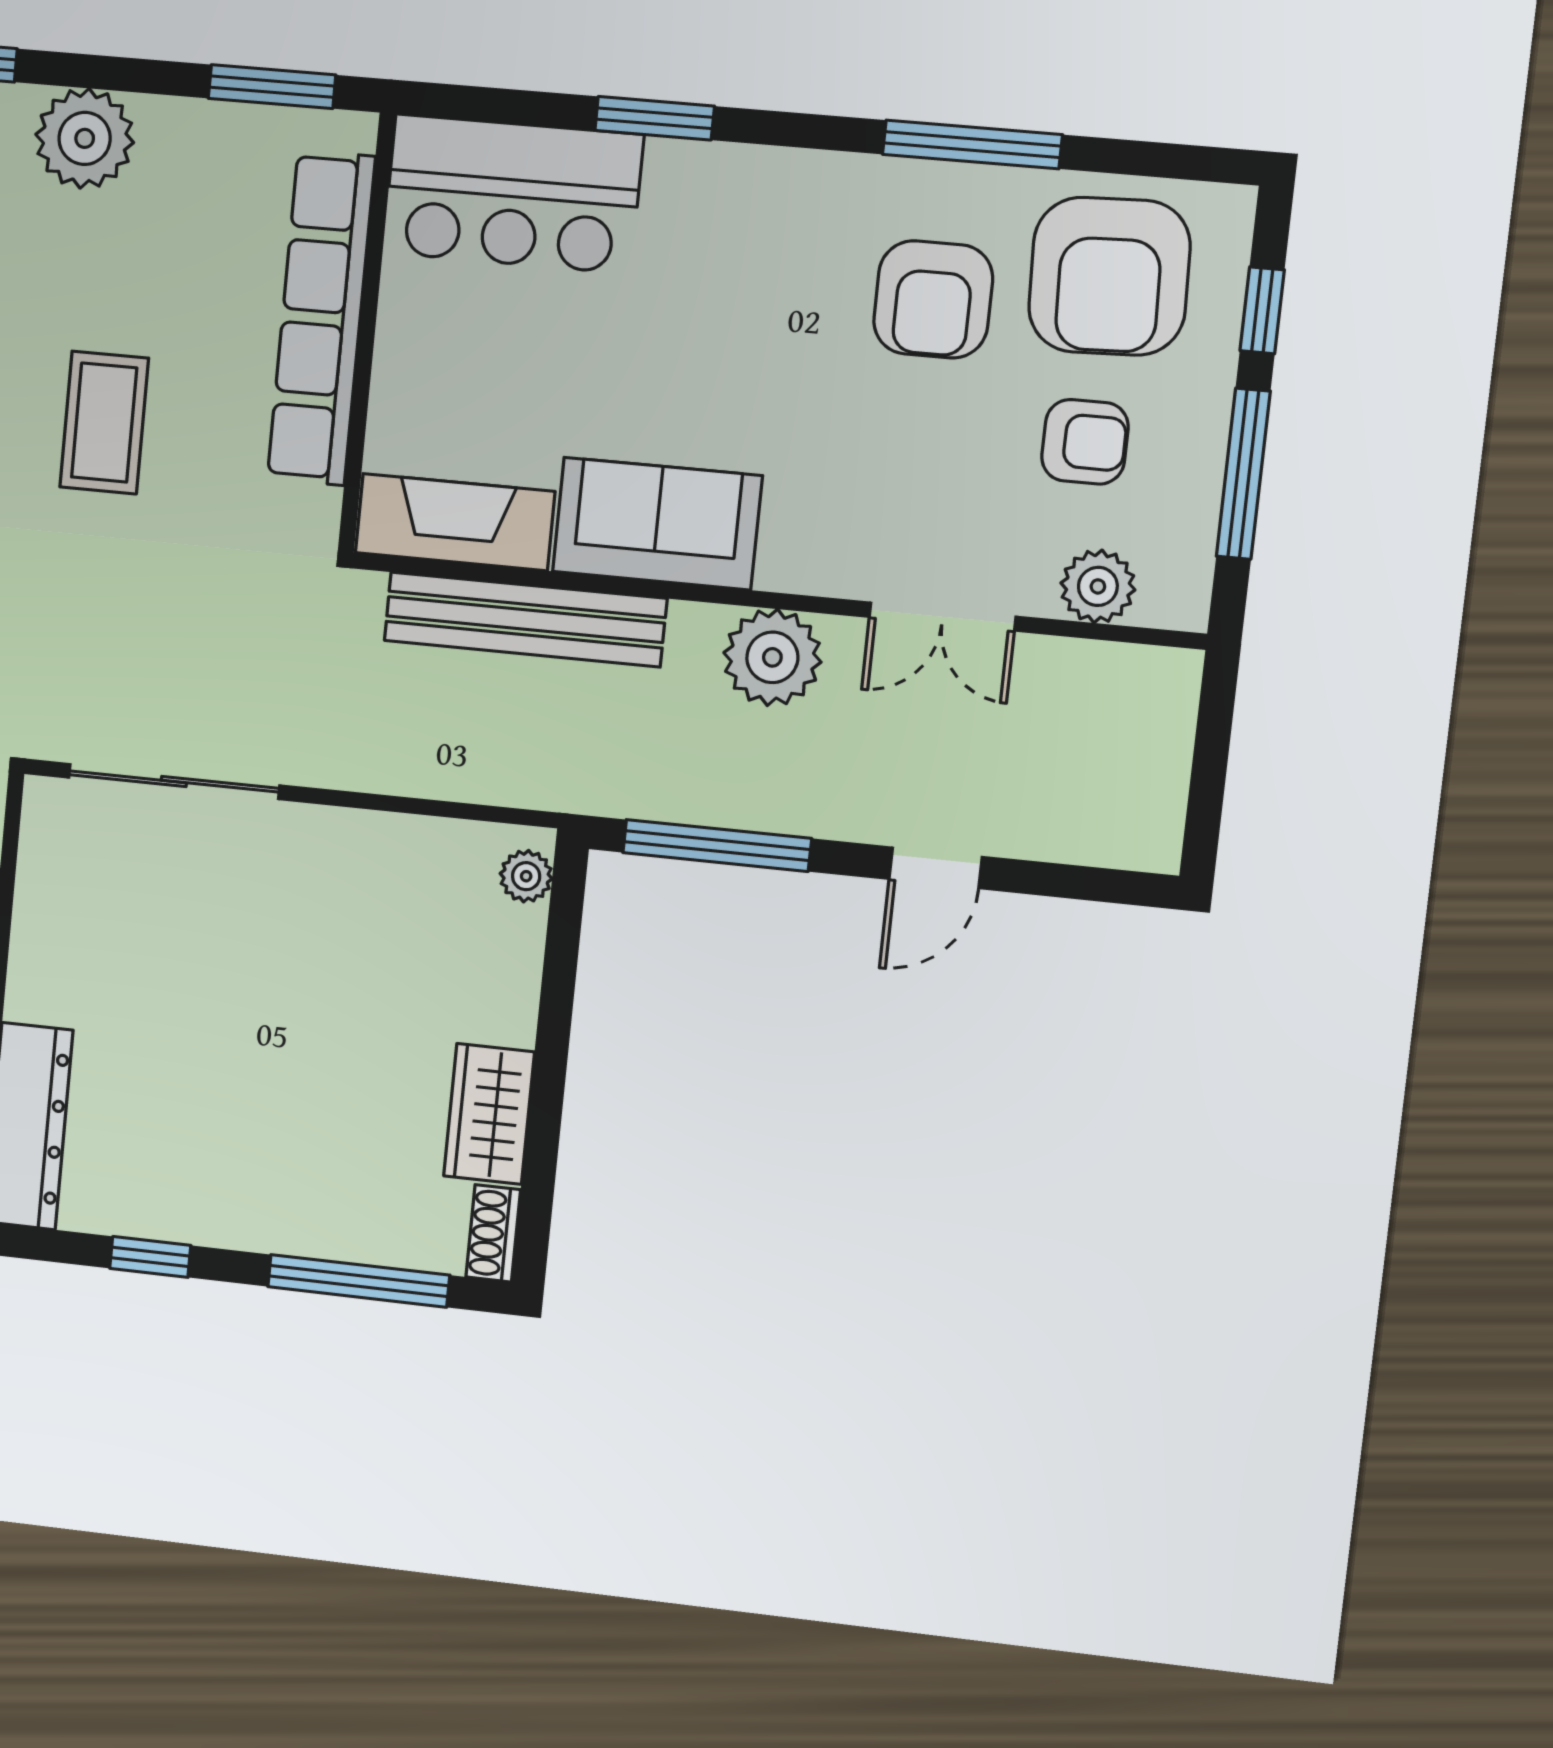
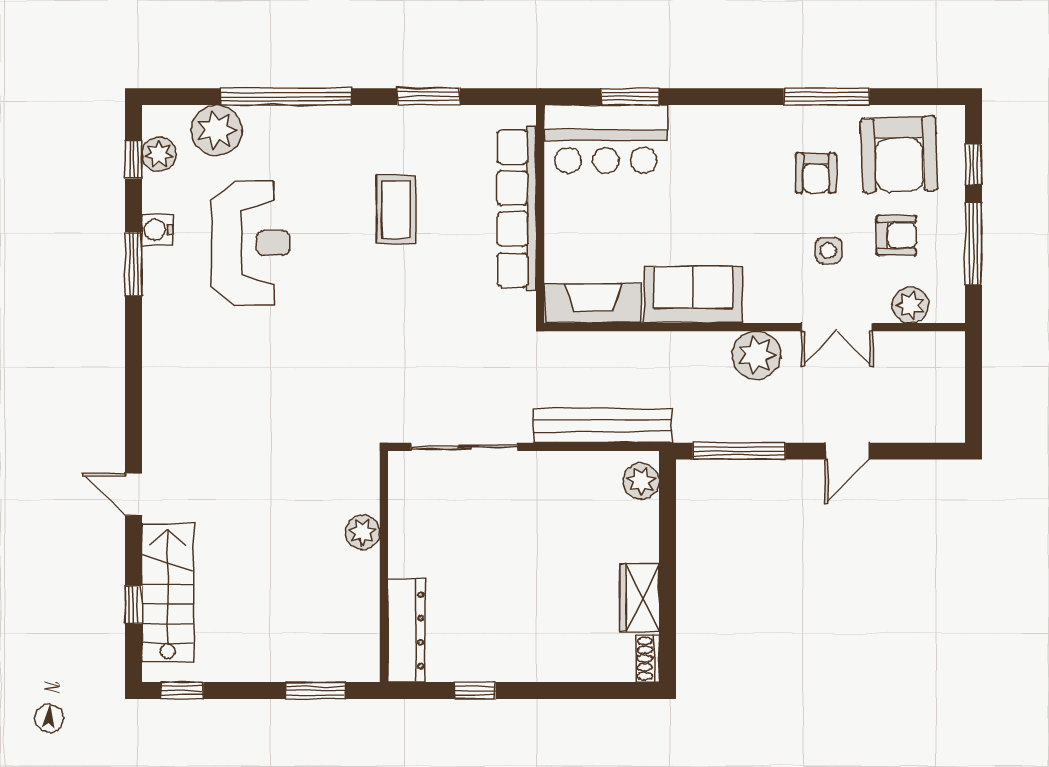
window: (272, 87) -> (428, 97), moved
window: (655, 118) -> (630, 97), moved
plant: (85, 138) -> (390, 130), removed
armchair: (933, 299) -> (816, 173), width x0.72, depth x0.72
coffee table: (104, 423) -> (396, 210), moved
side table: (942, 460) -> (828, 251), added
bench: (525, 620) -> (603, 426), moved
plant: (526, 876) -> (641, 481), width x1.38, depth x1.38
window: (359, 1281) -> (582, 691), removed

